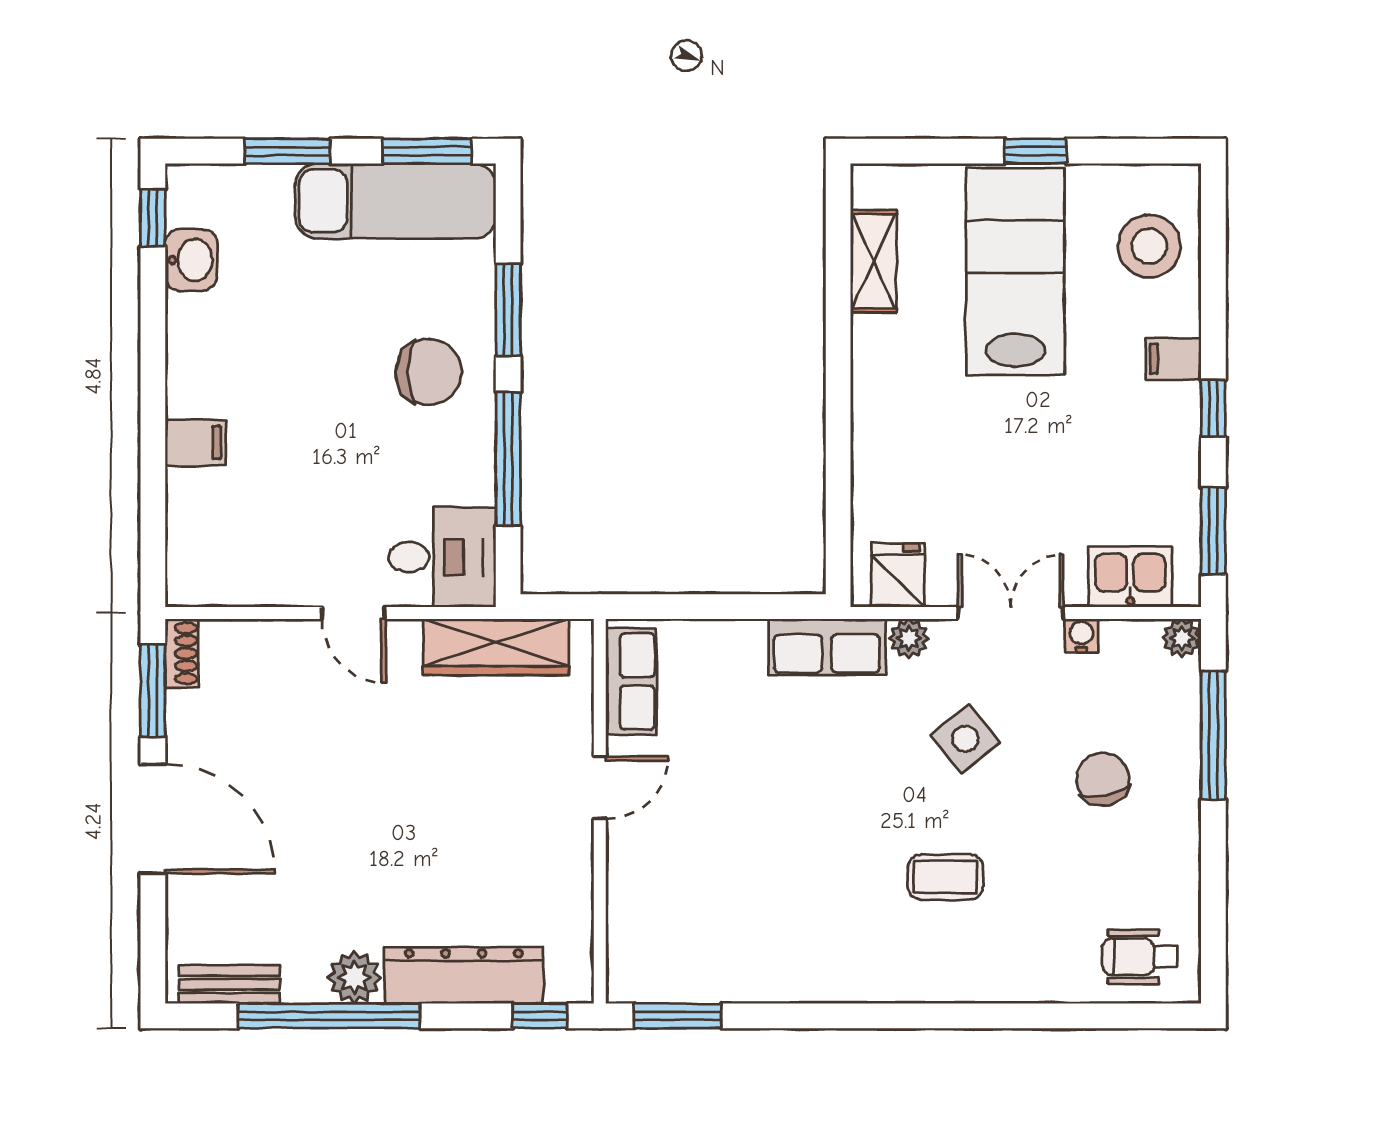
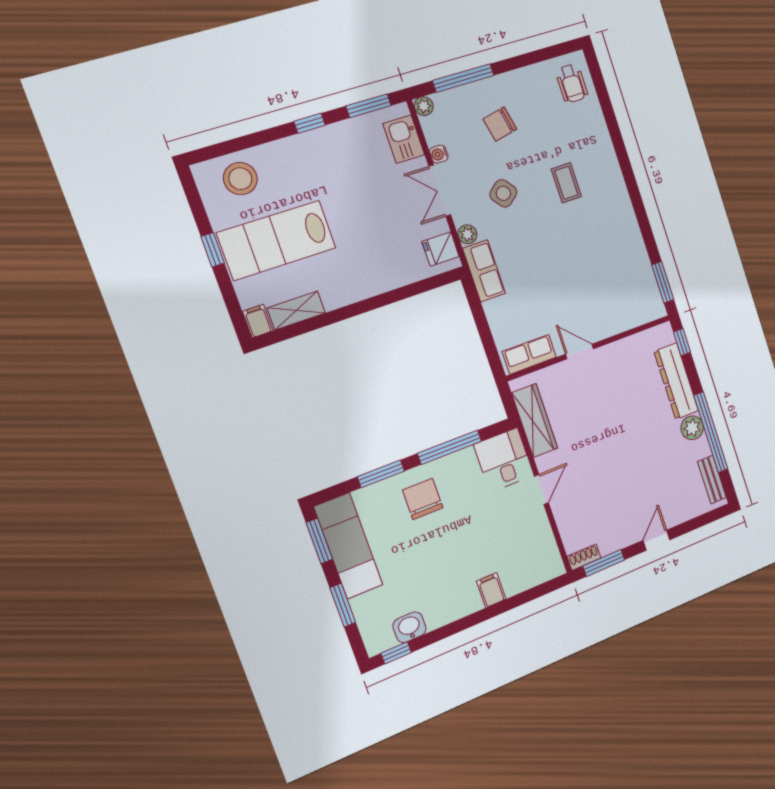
filing cabinet: (1173, 359) -> (258, 321), moved, turned 180
door: (153, 819) -> (656, 540), width x0.53

